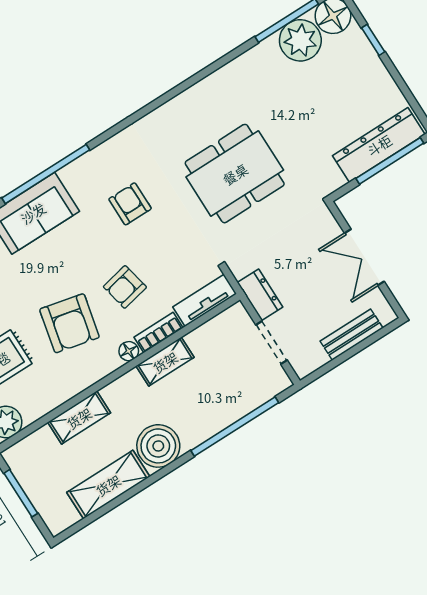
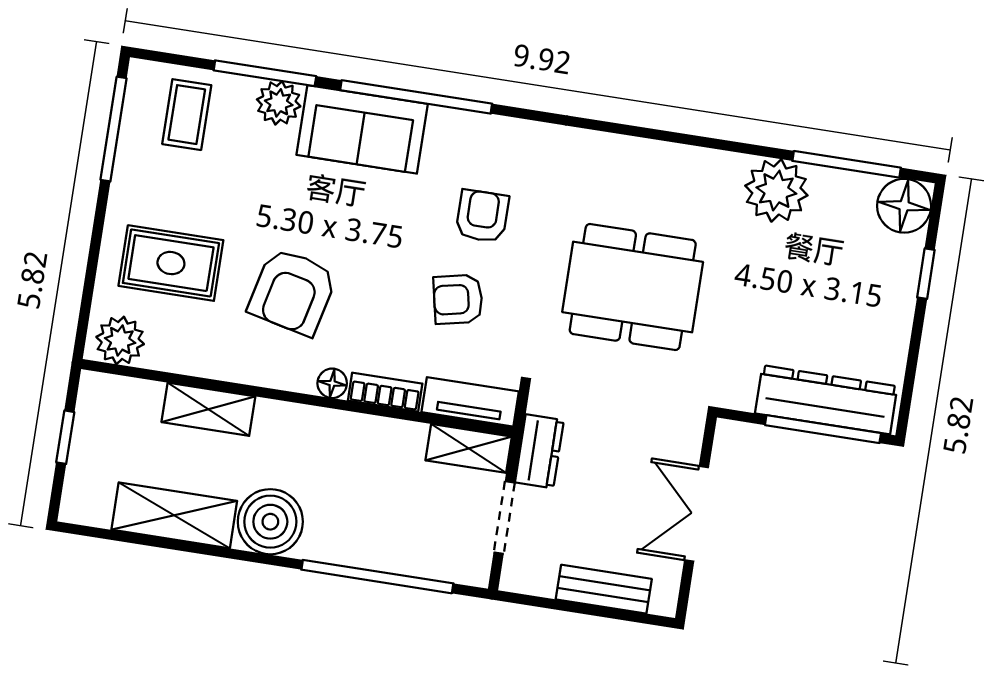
plant: (300, 40) -> (776, 191), moved
armchair: (125, 287) -> (458, 299), moved
shelving: (165, 362) -> (469, 448), moved
window: (21, 493) -> (65, 437), width x0.67

